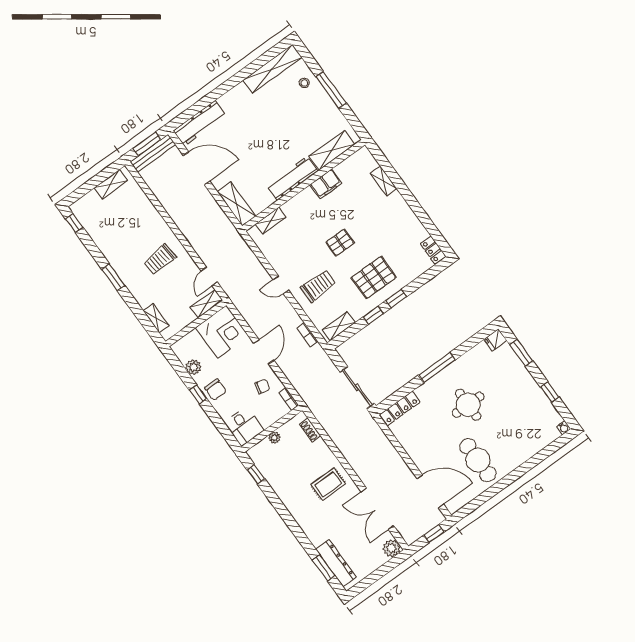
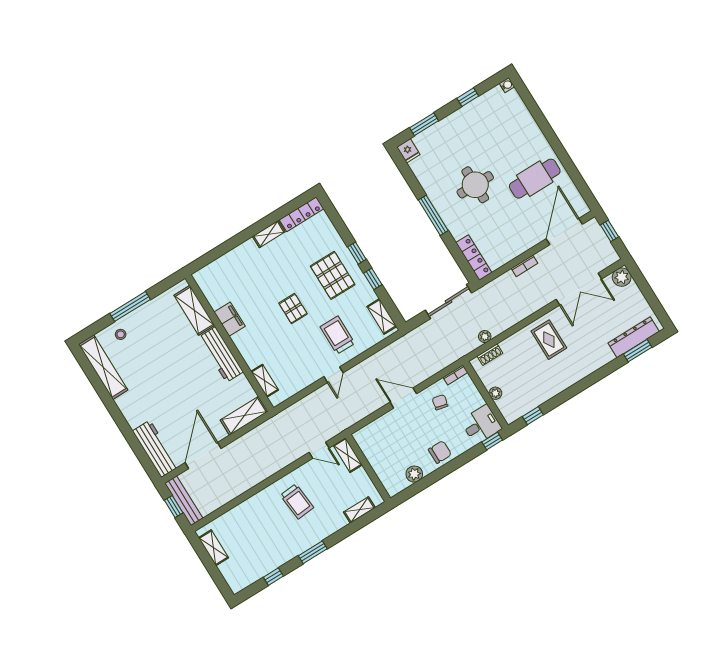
window: (147, 144) -> (174, 507), width x0.67
shelving: (384, 181) -> (269, 234), moved
window: (74, 223) -> (273, 577), moved
locker: (433, 250) -> (302, 214), width x1.53
corner desk: (222, 332) -> (379, 441), removed
bookcase: (308, 335) -> (524, 266), moved
window: (198, 394) -> (492, 441), moved
plant: (327, 424) -> (485, 337), added

